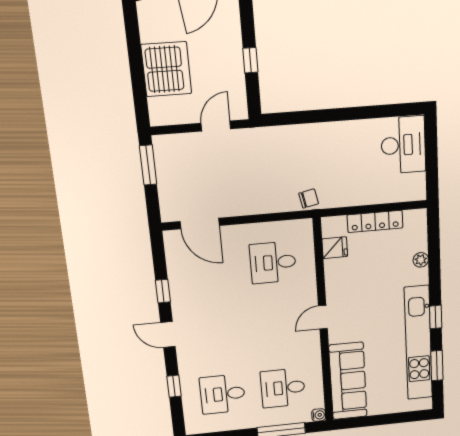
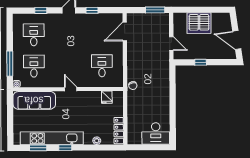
locker: (375, 221) -> (119, 131), moved

